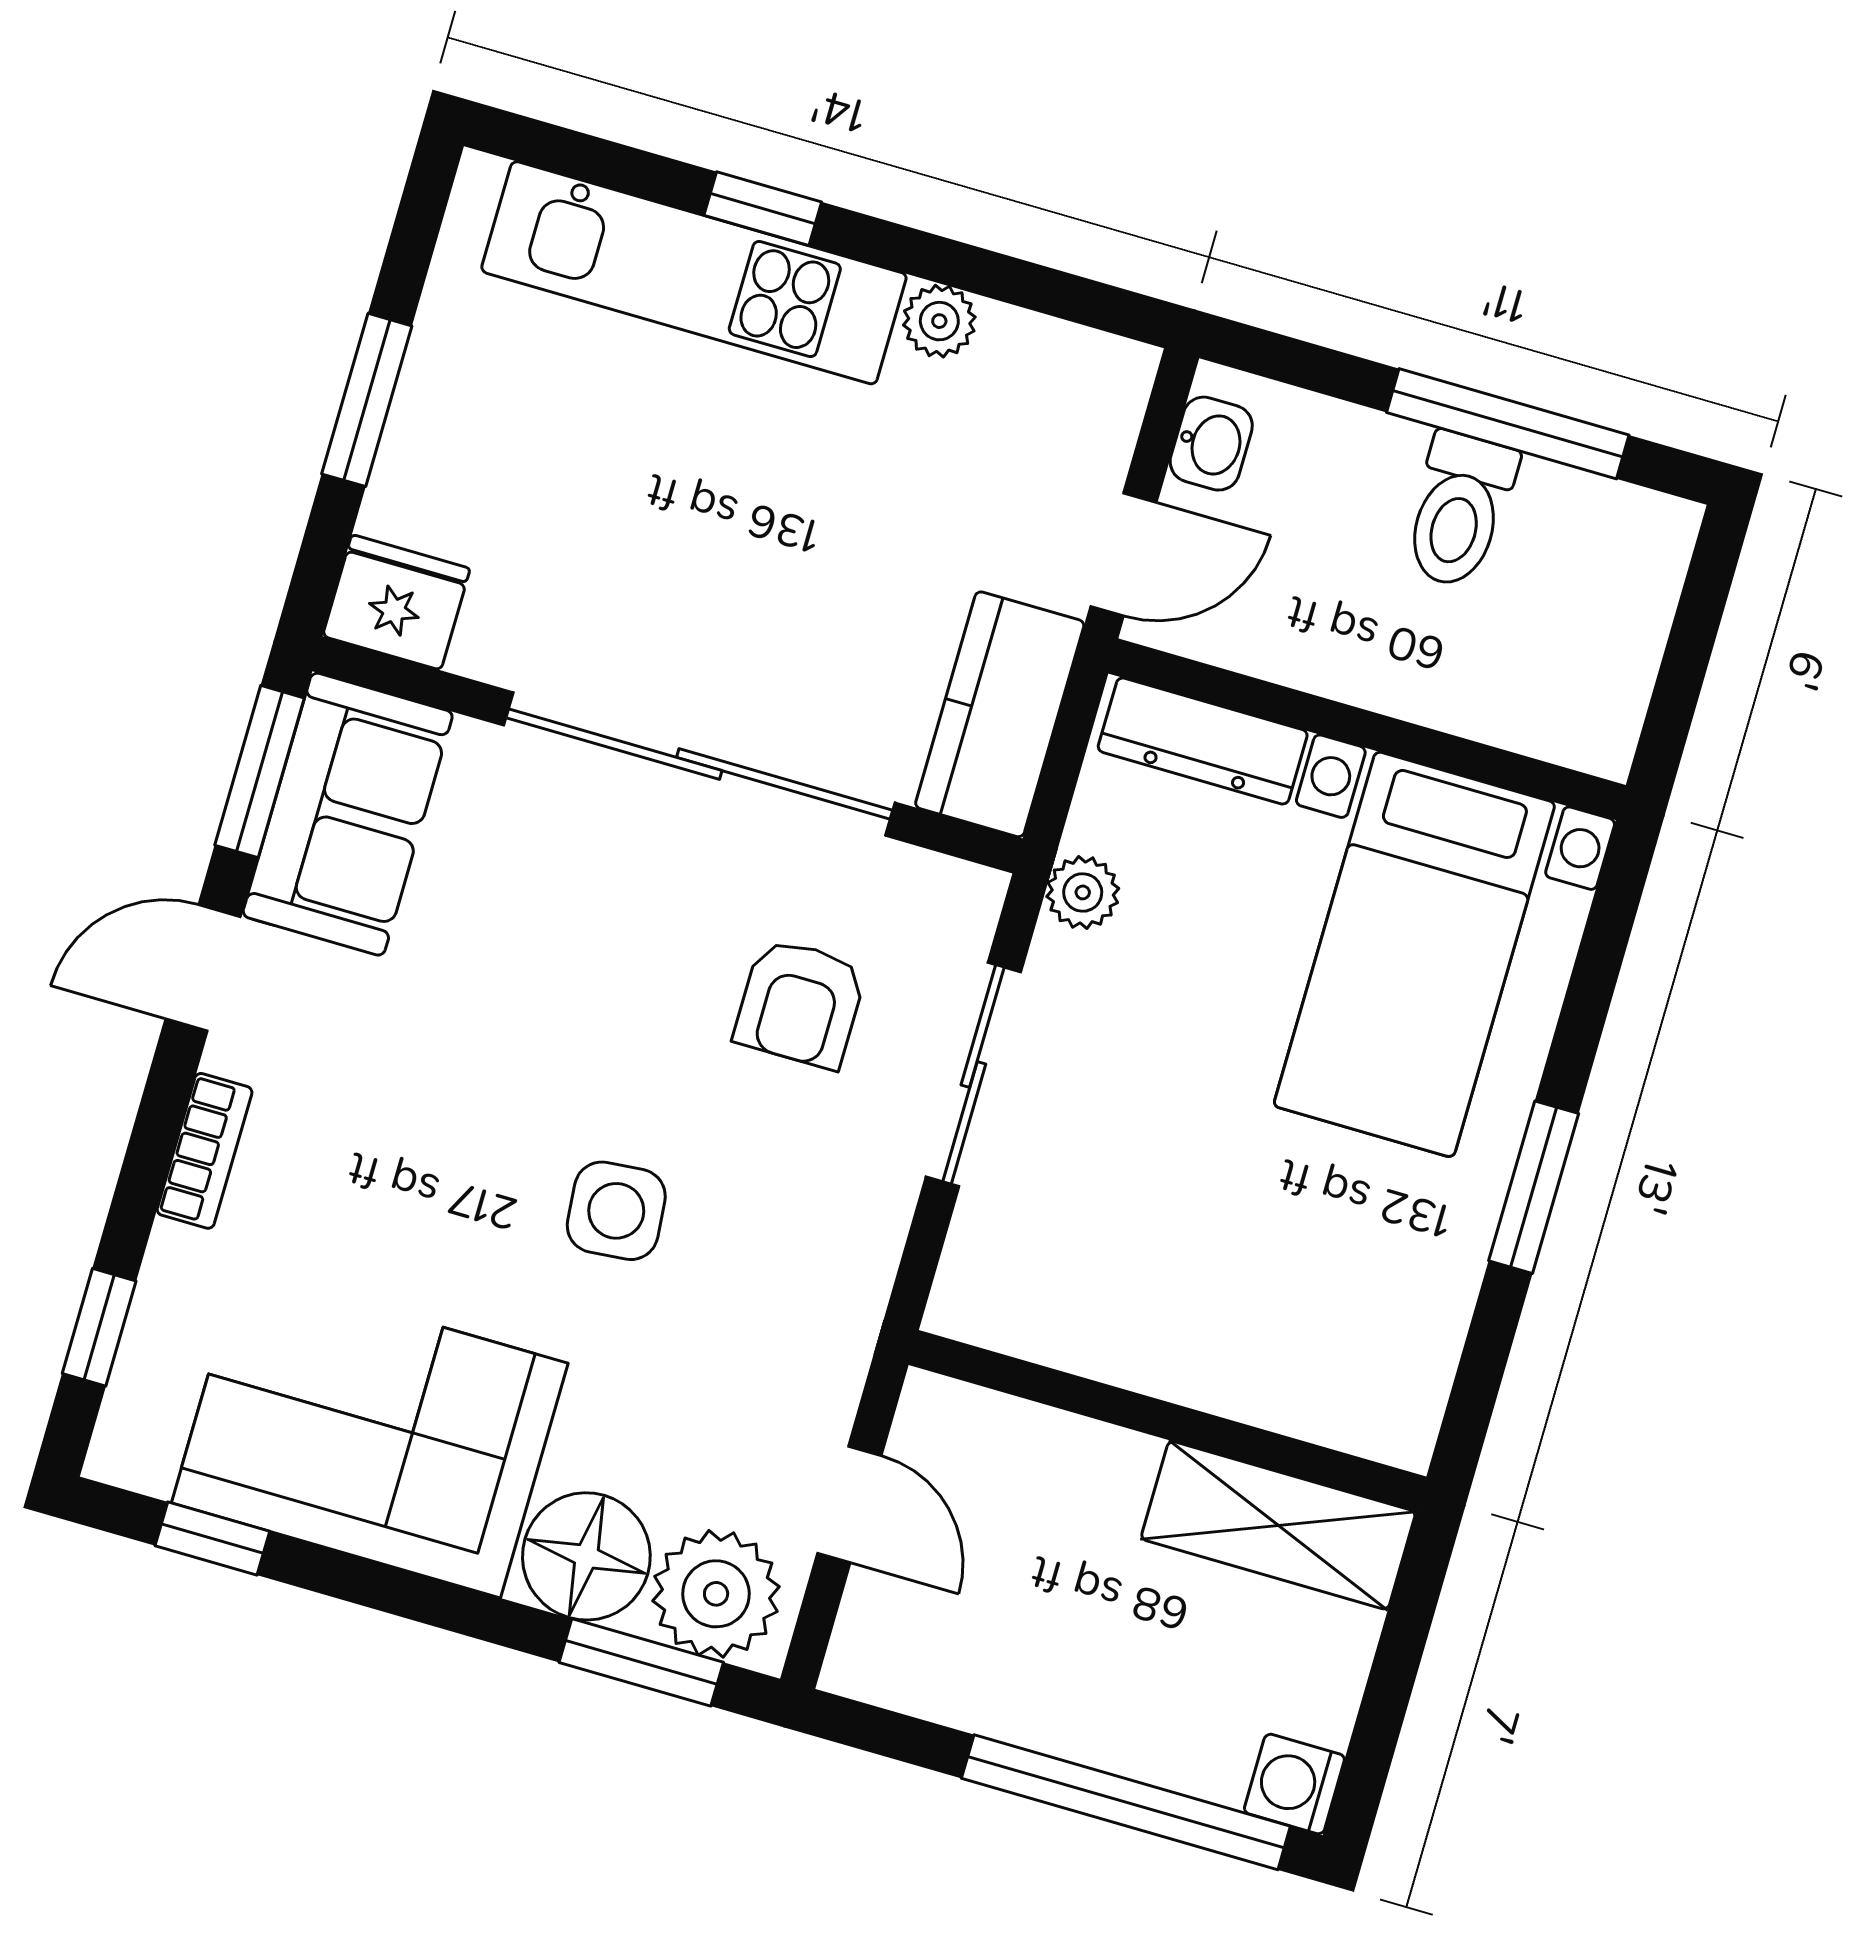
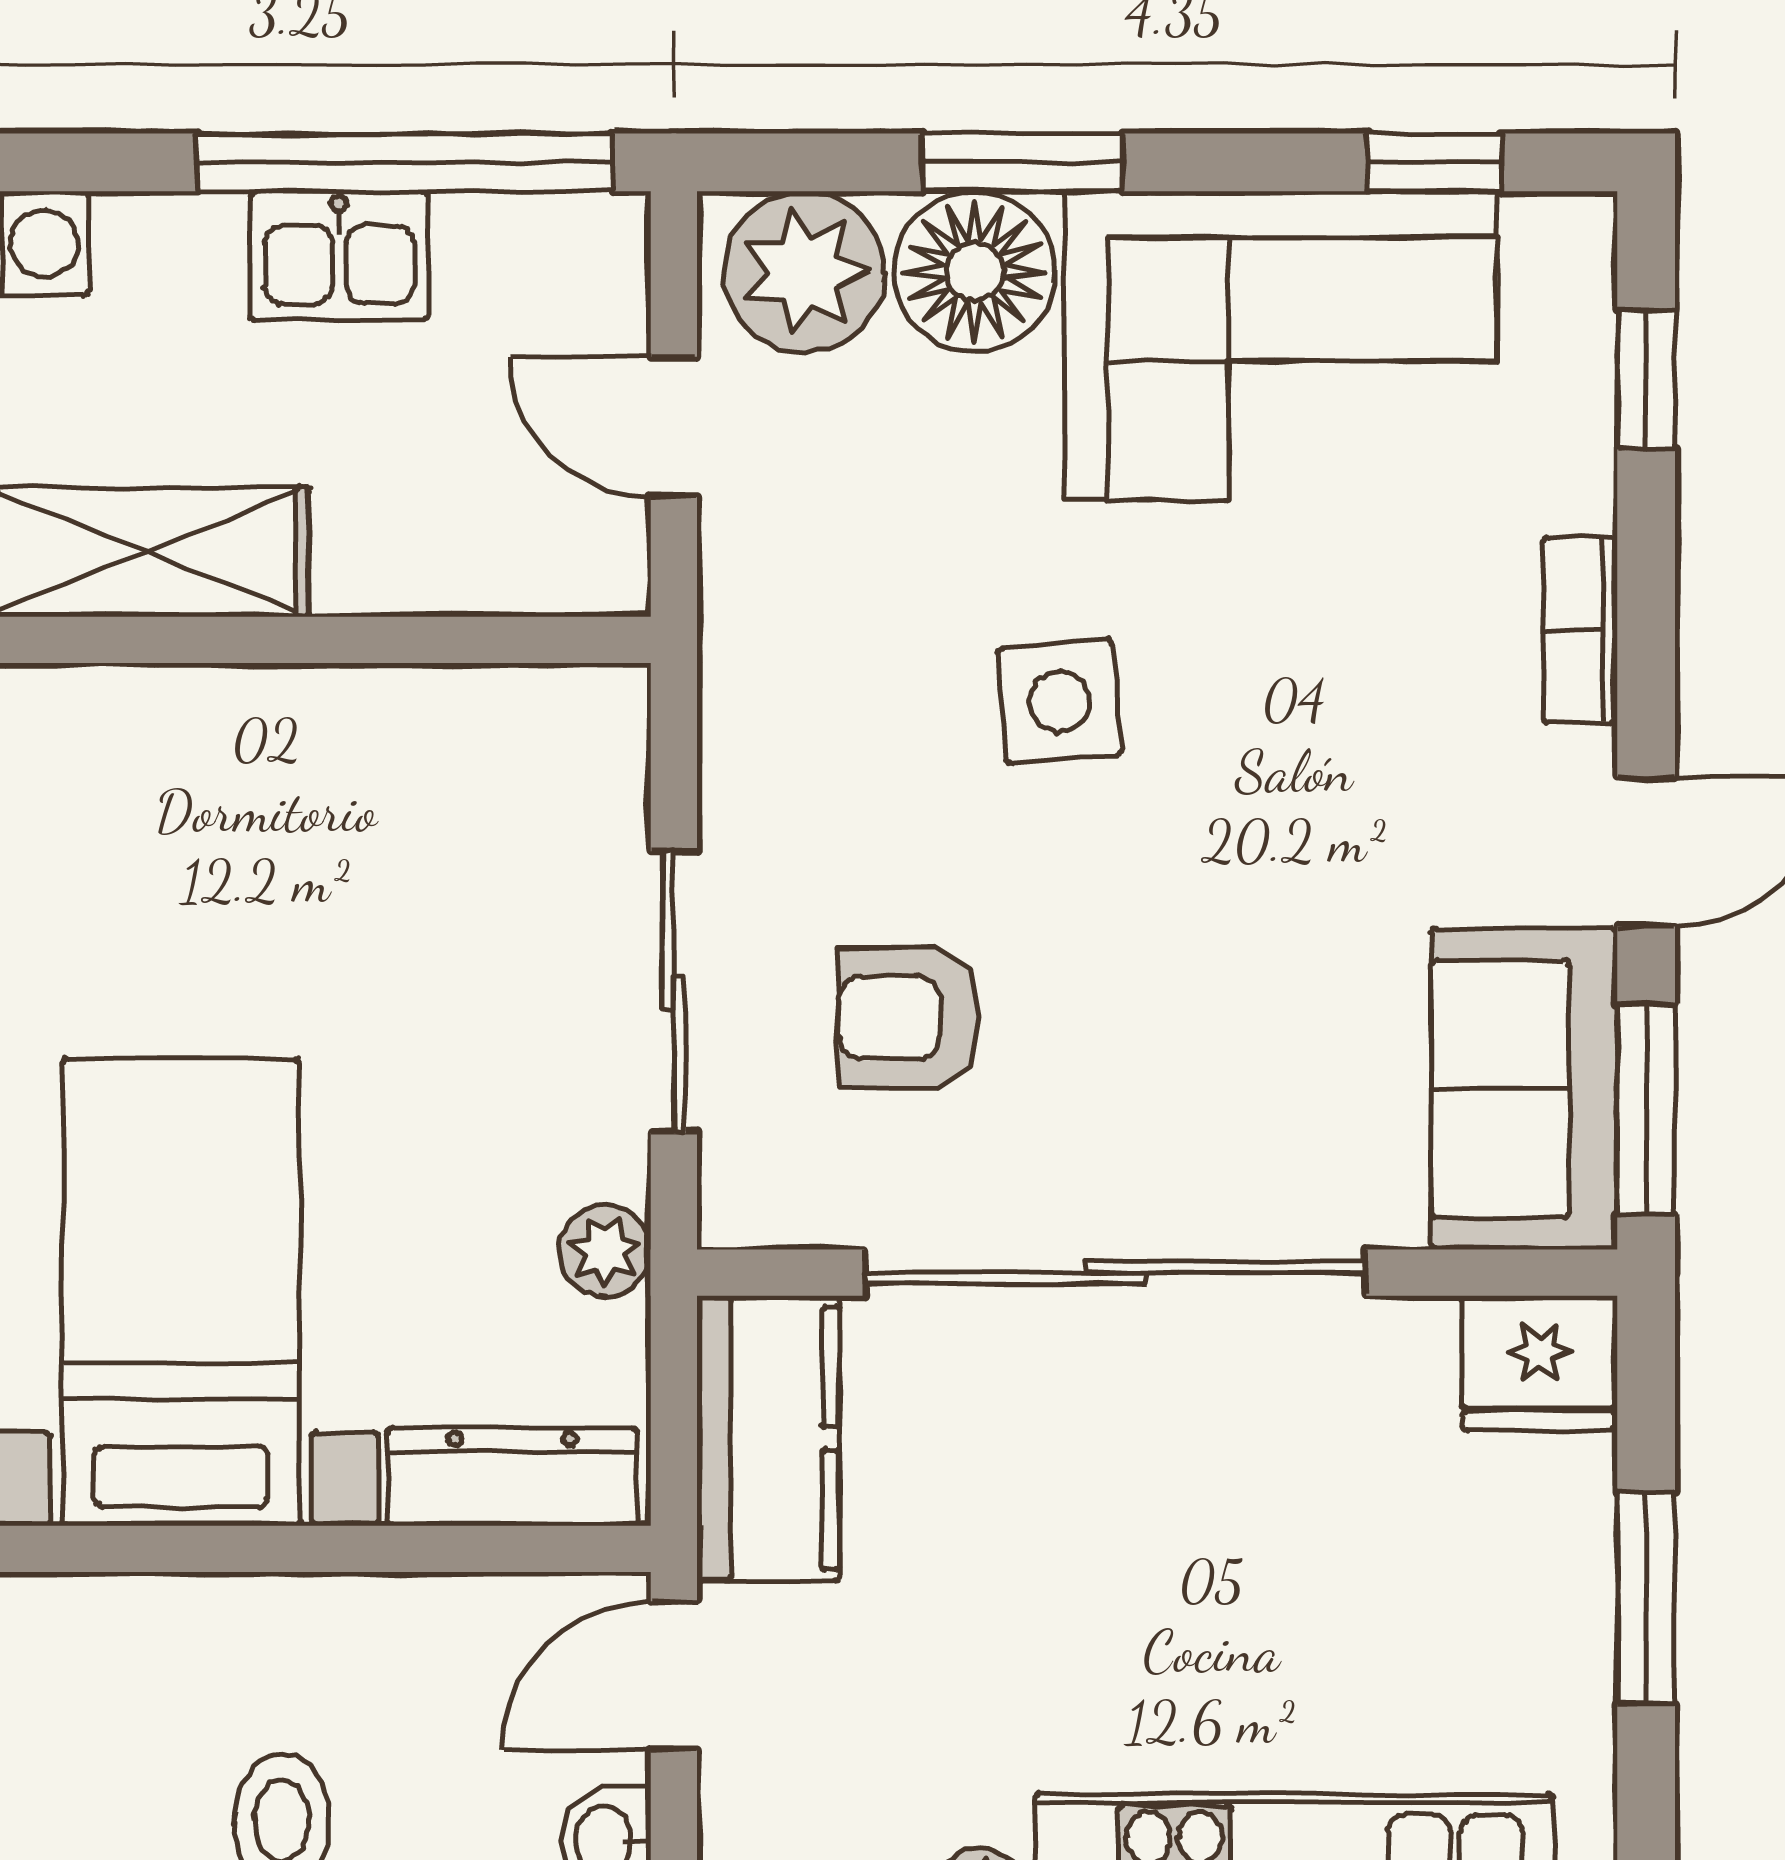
armchair: (800, 1003) -> (909, 1018), turned -90
window: (641, 1662) -> (1022, 162), moved
kitchen sink: (1066, 1708) -> (339, 256), added
window: (1126, 1802) -> (405, 162), moved

